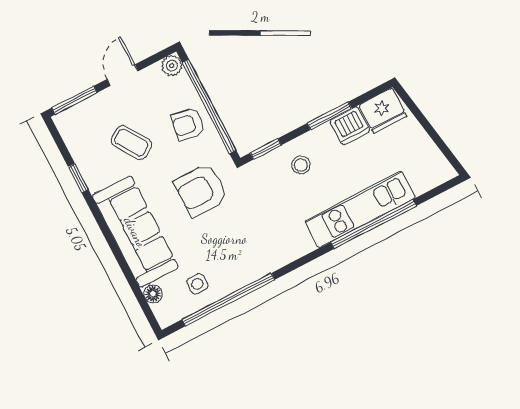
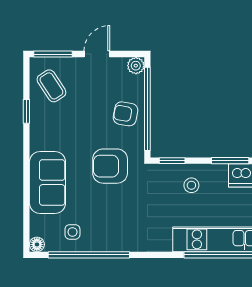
coffee table: (131, 143) -> (51, 86), moved
sofa: (135, 232) -> (47, 182), width x0.73
floor lamp: (153, 294) -> (37, 244), moved

